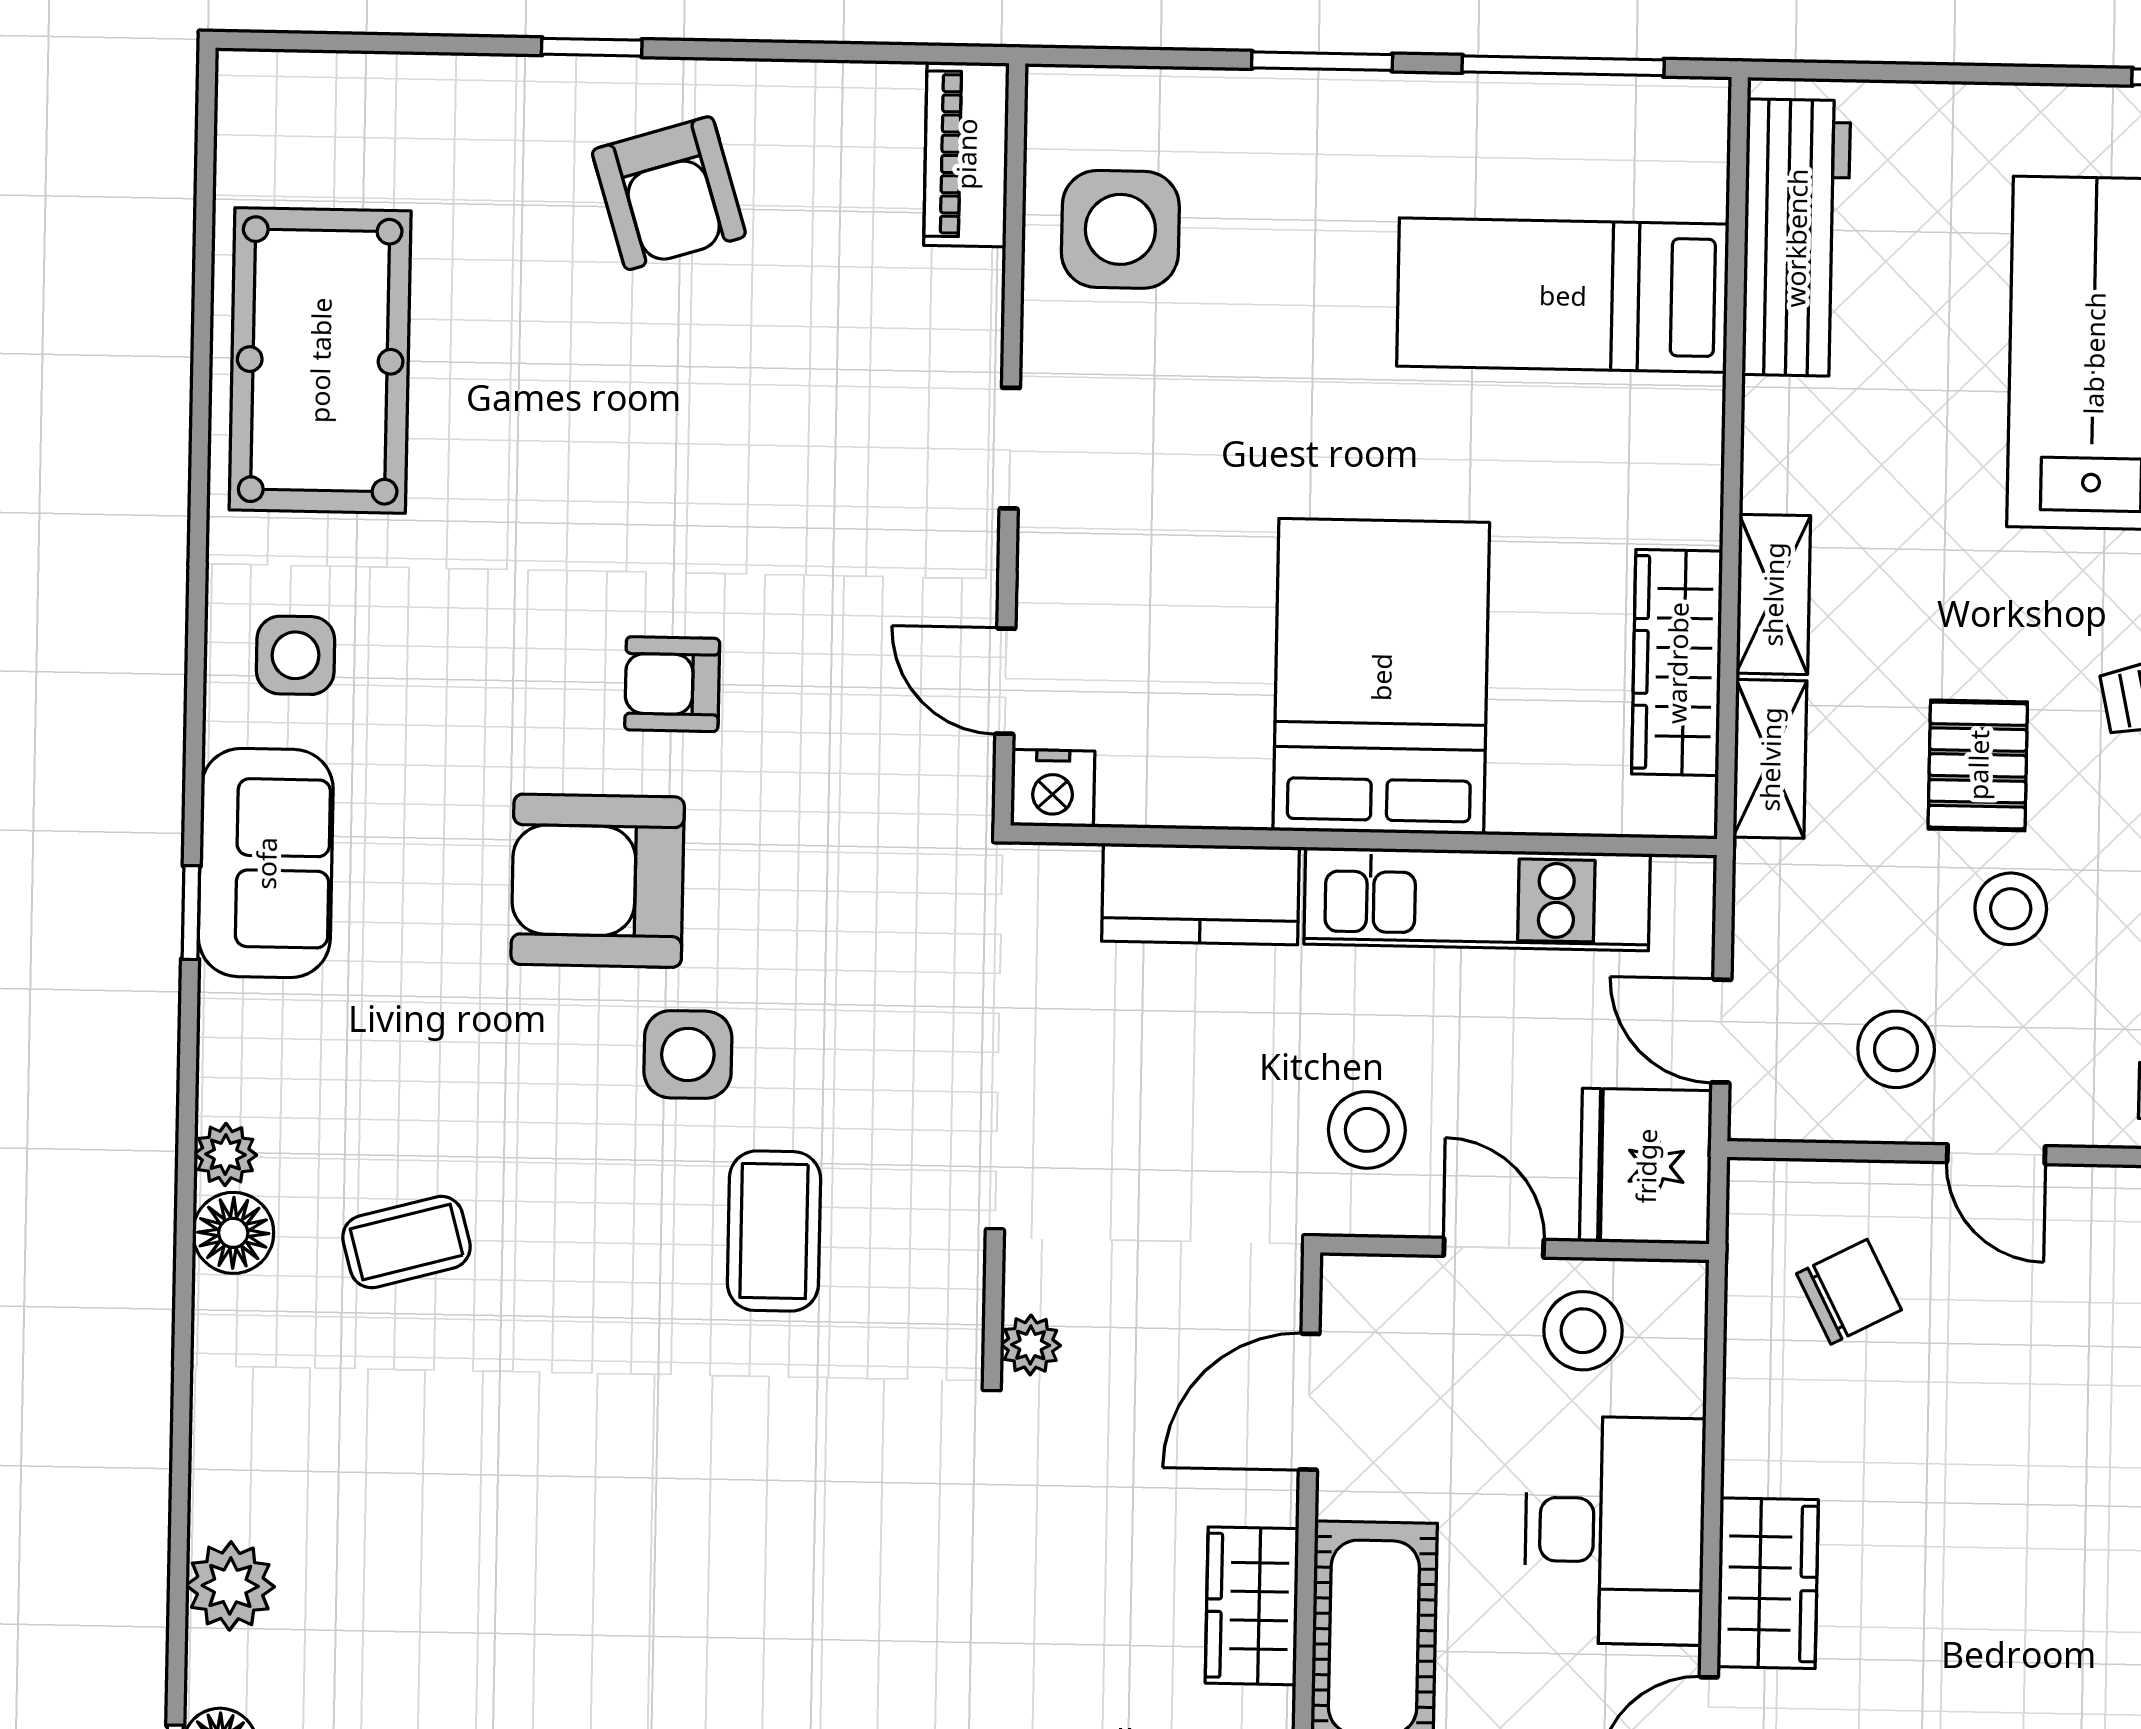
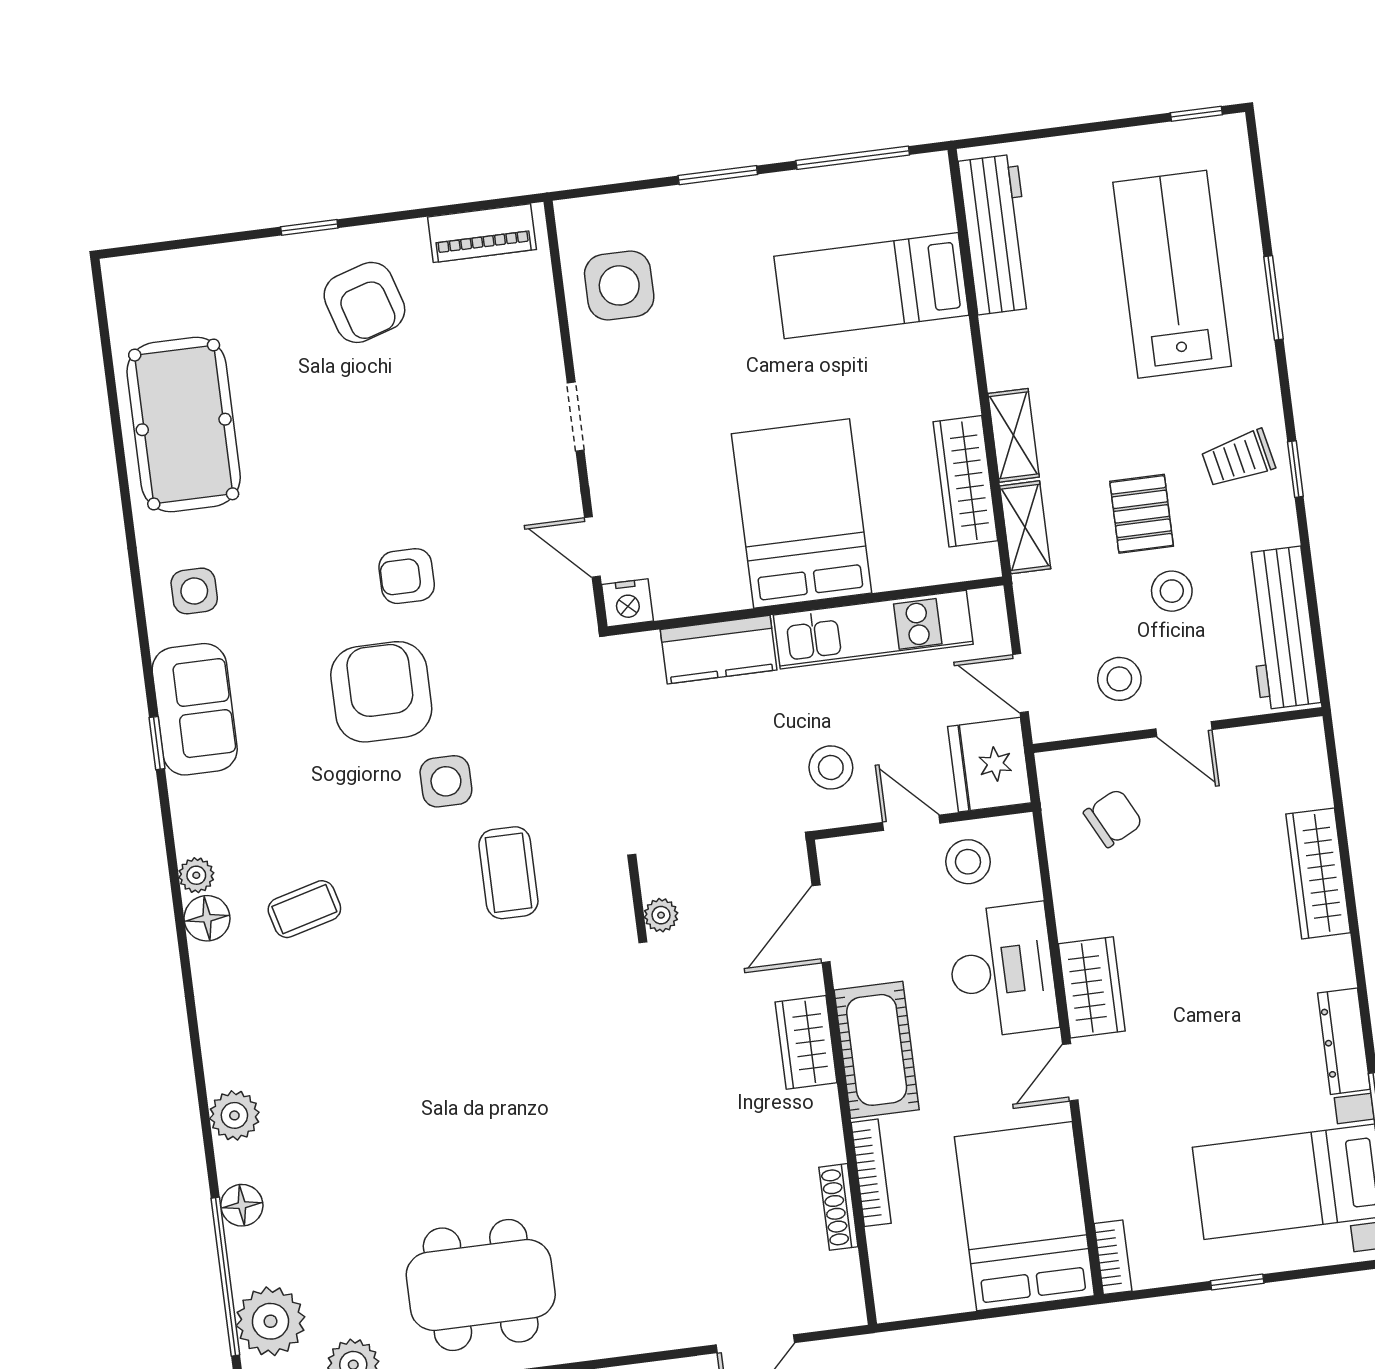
piano: (966, 154) -> (482, 233), moved, turned -90
armchair: (598, 881) -> (381, 692), turned 90

